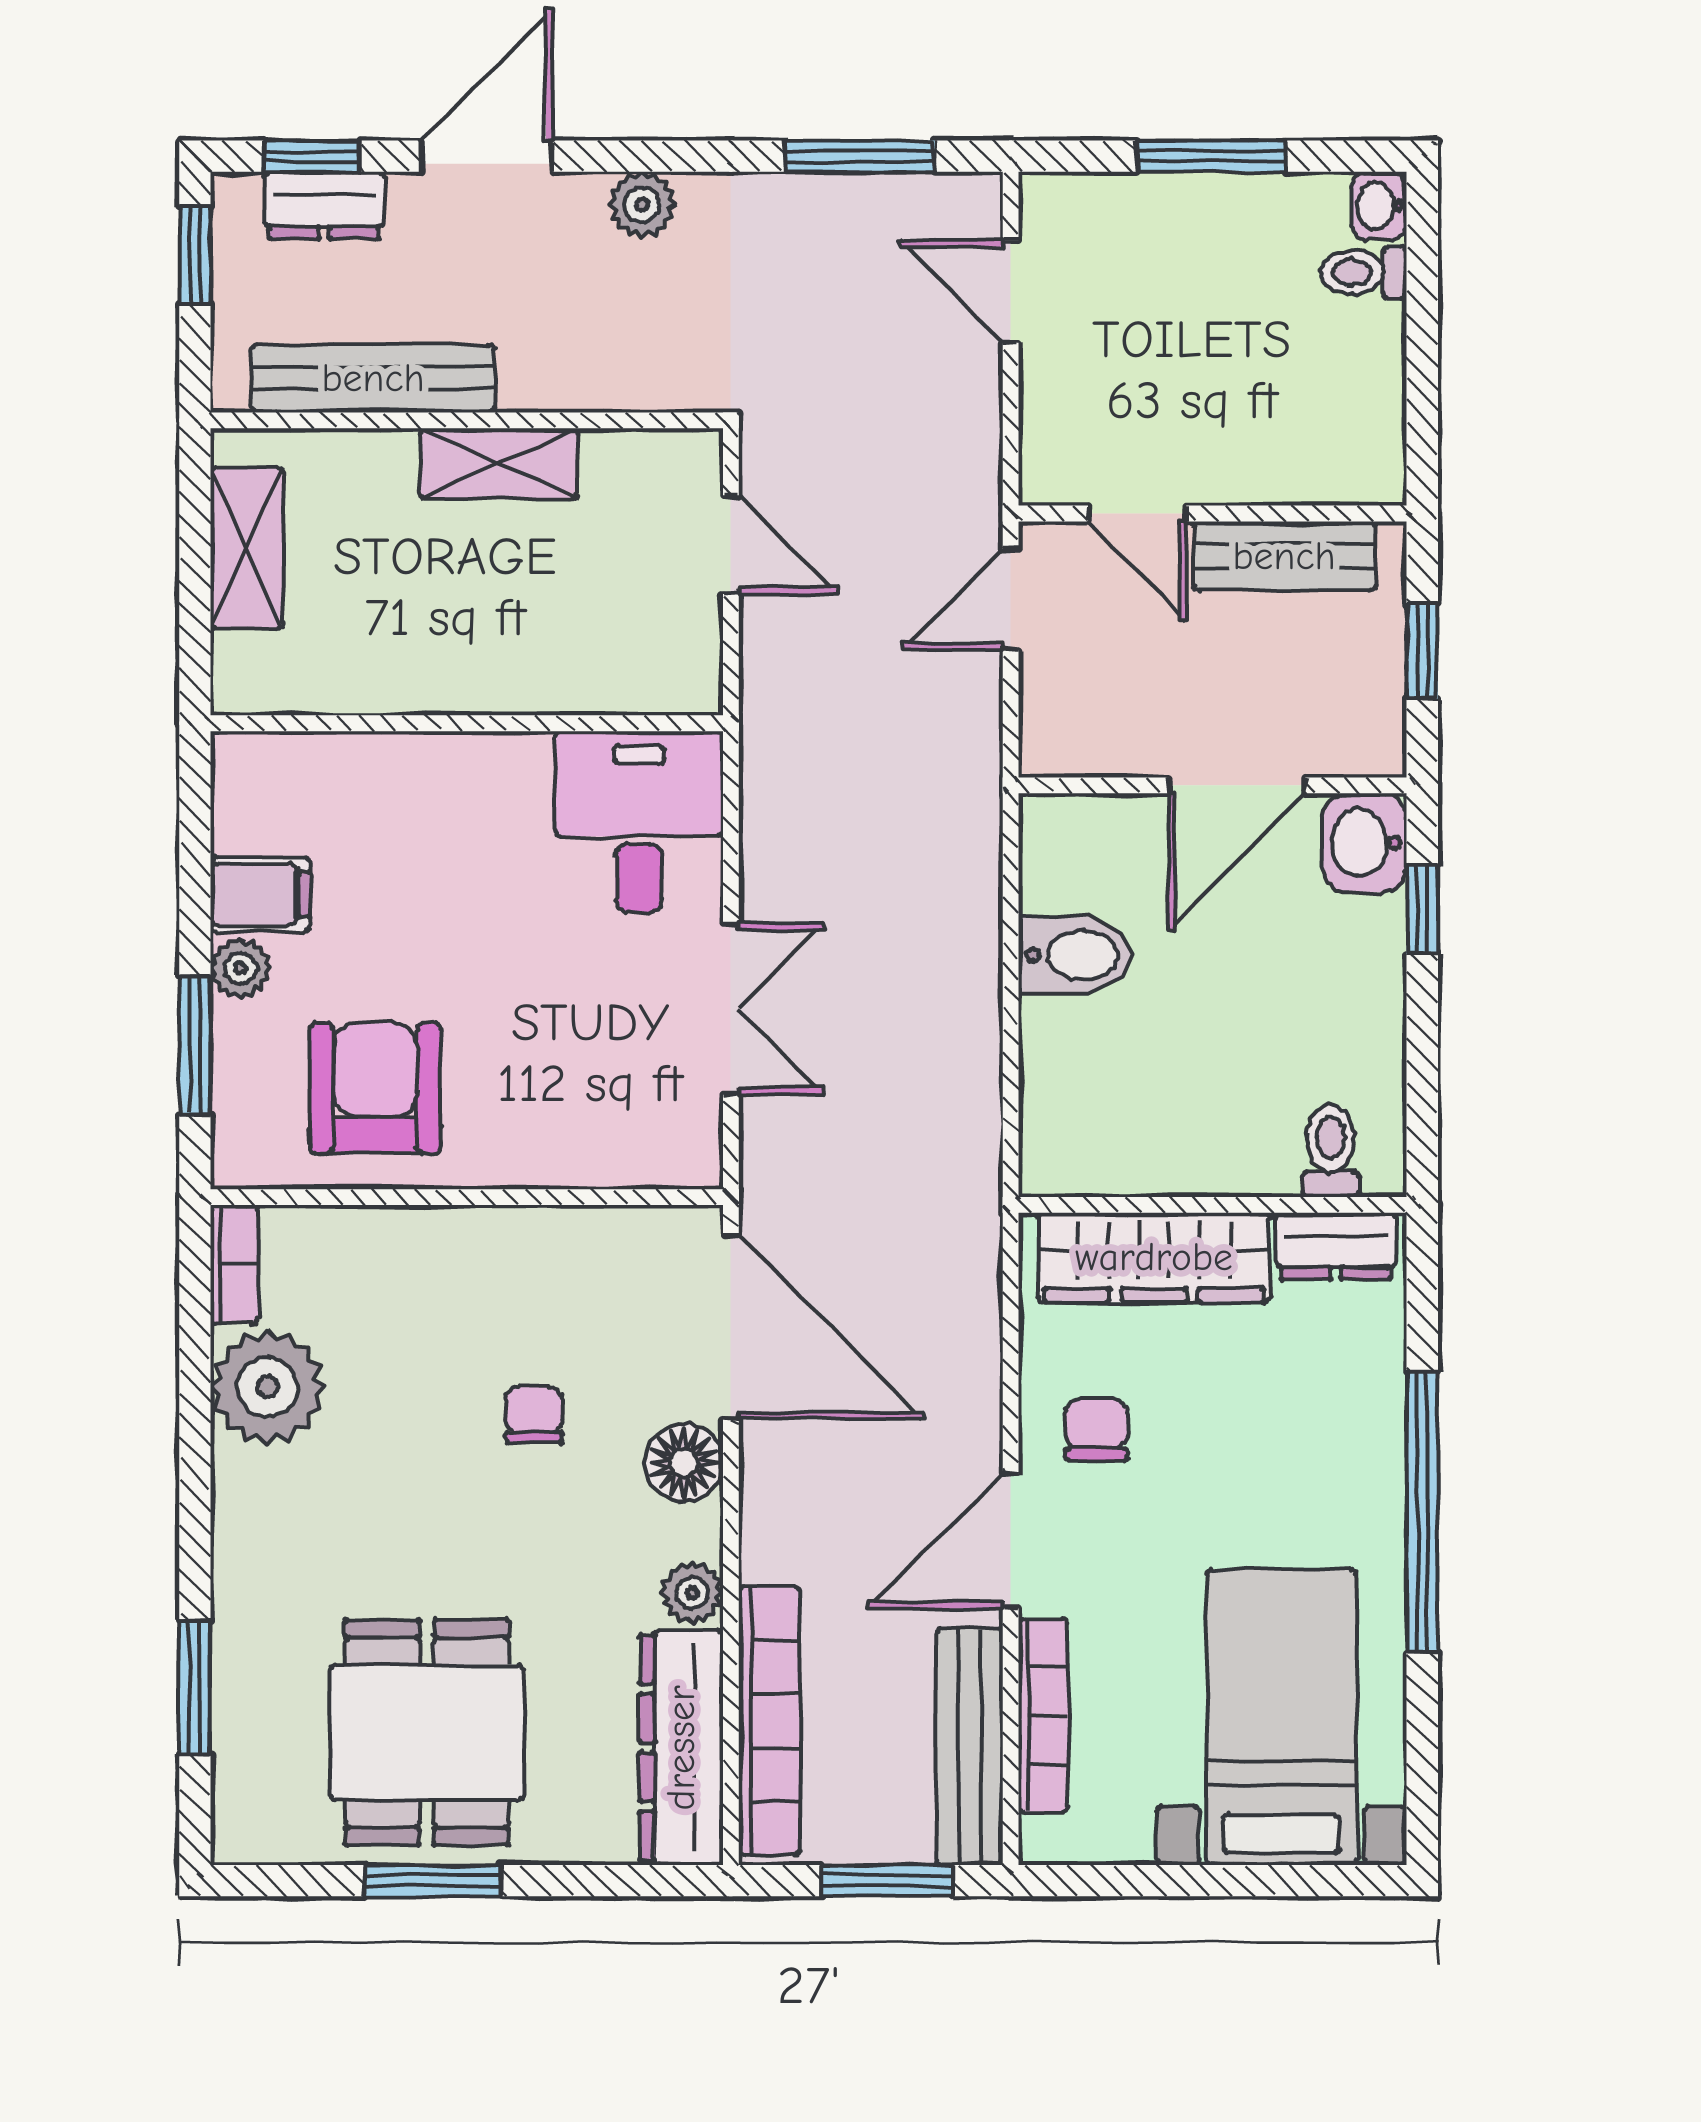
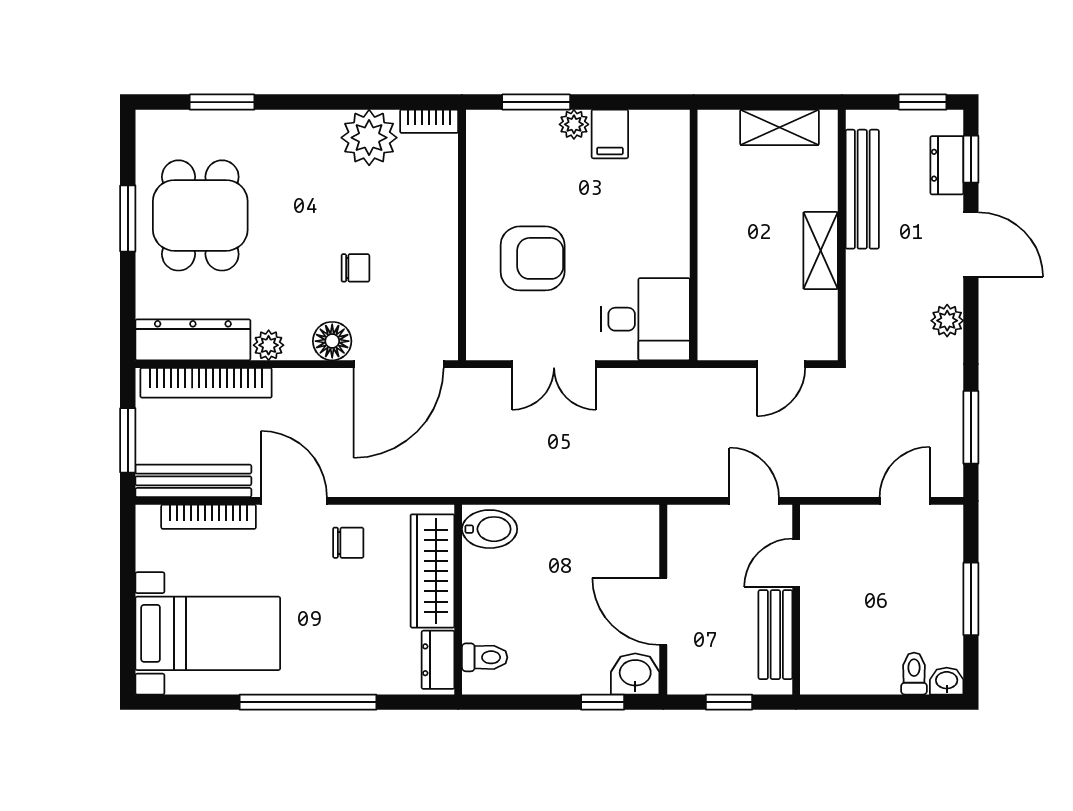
bidet: (1075, 955) -> (490, 529), moved, turned -90
armchair: (375, 1088) -> (533, 258), moved
dining table: (427, 1732) -> (200, 215), turned 90

